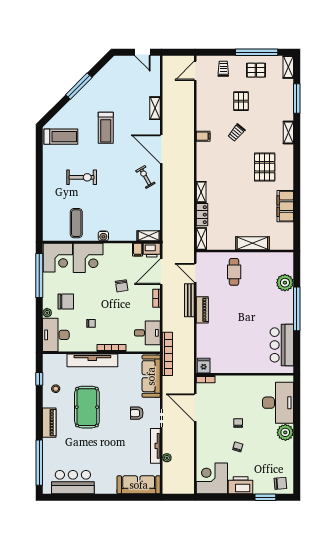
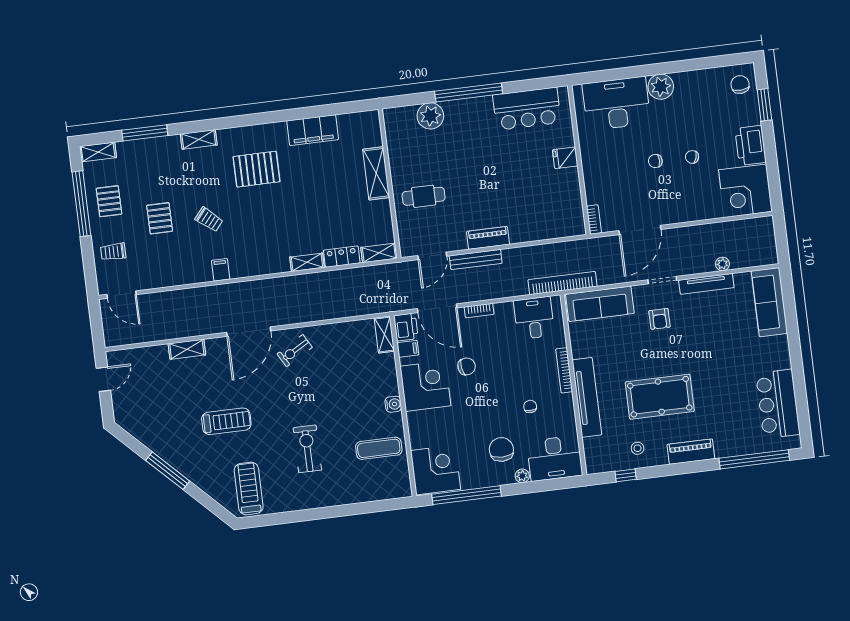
pallet: (241, 101) -> (160, 218), turned 90
corner desk: (88, 258) -> (425, 386), moved
fridge: (204, 366) -> (565, 158), moved

